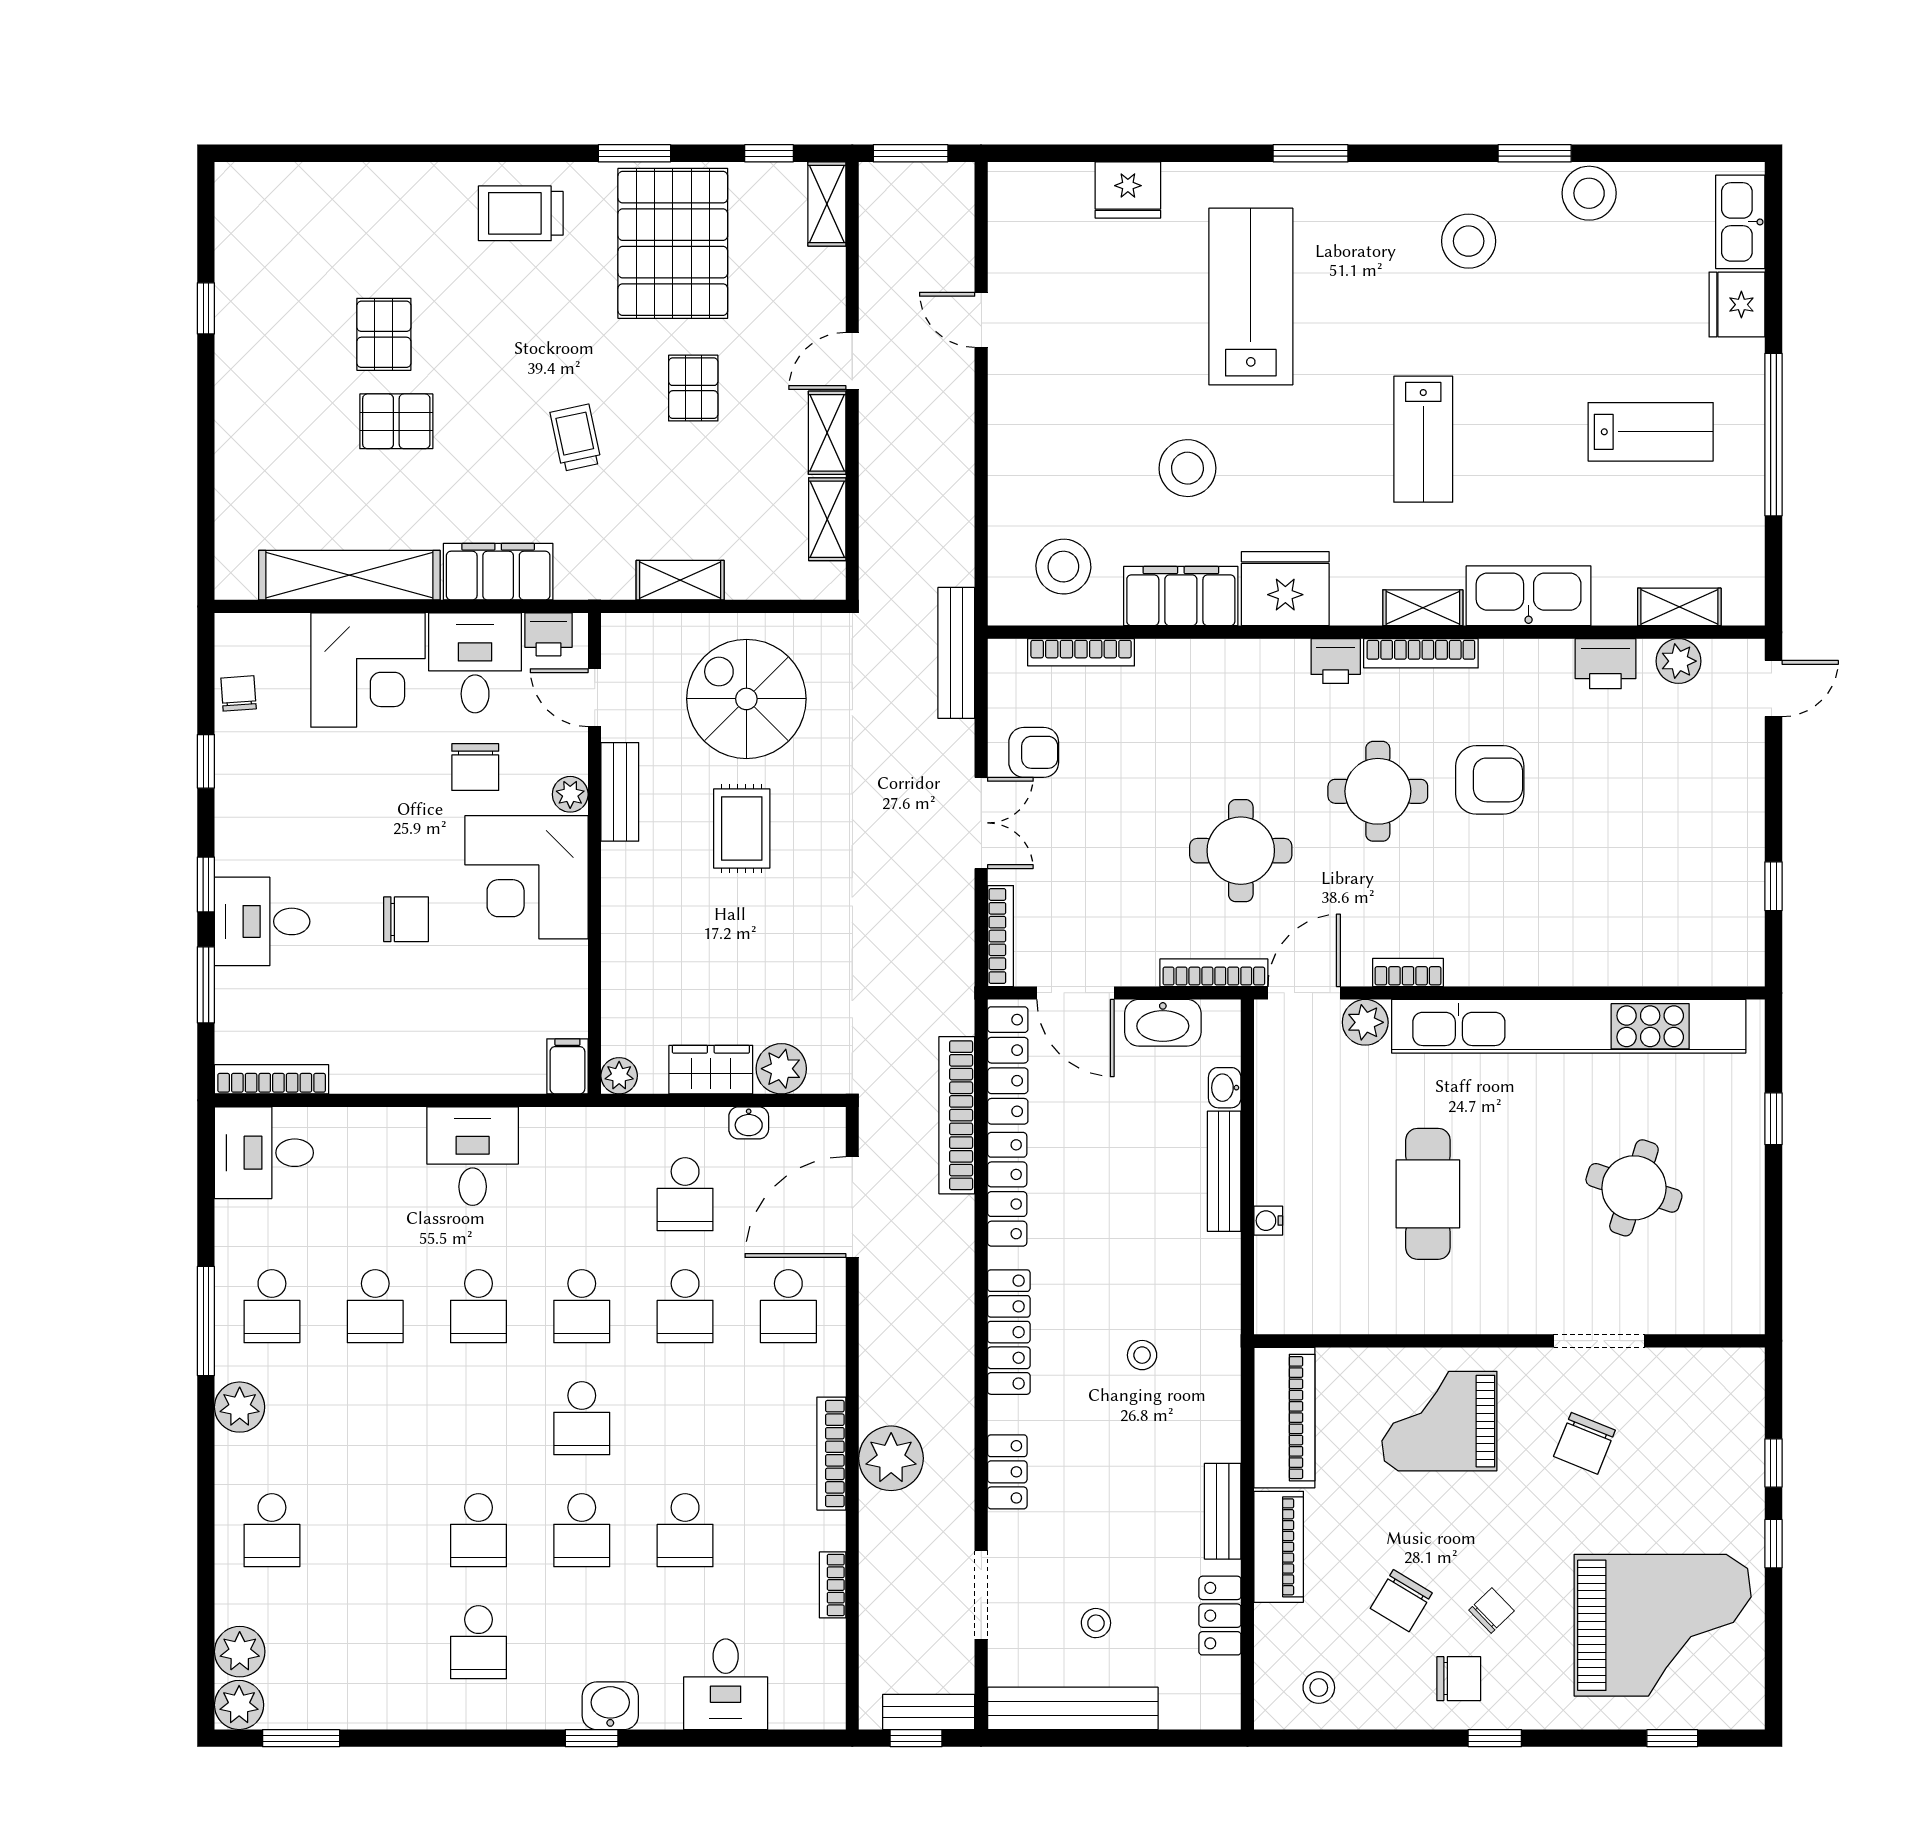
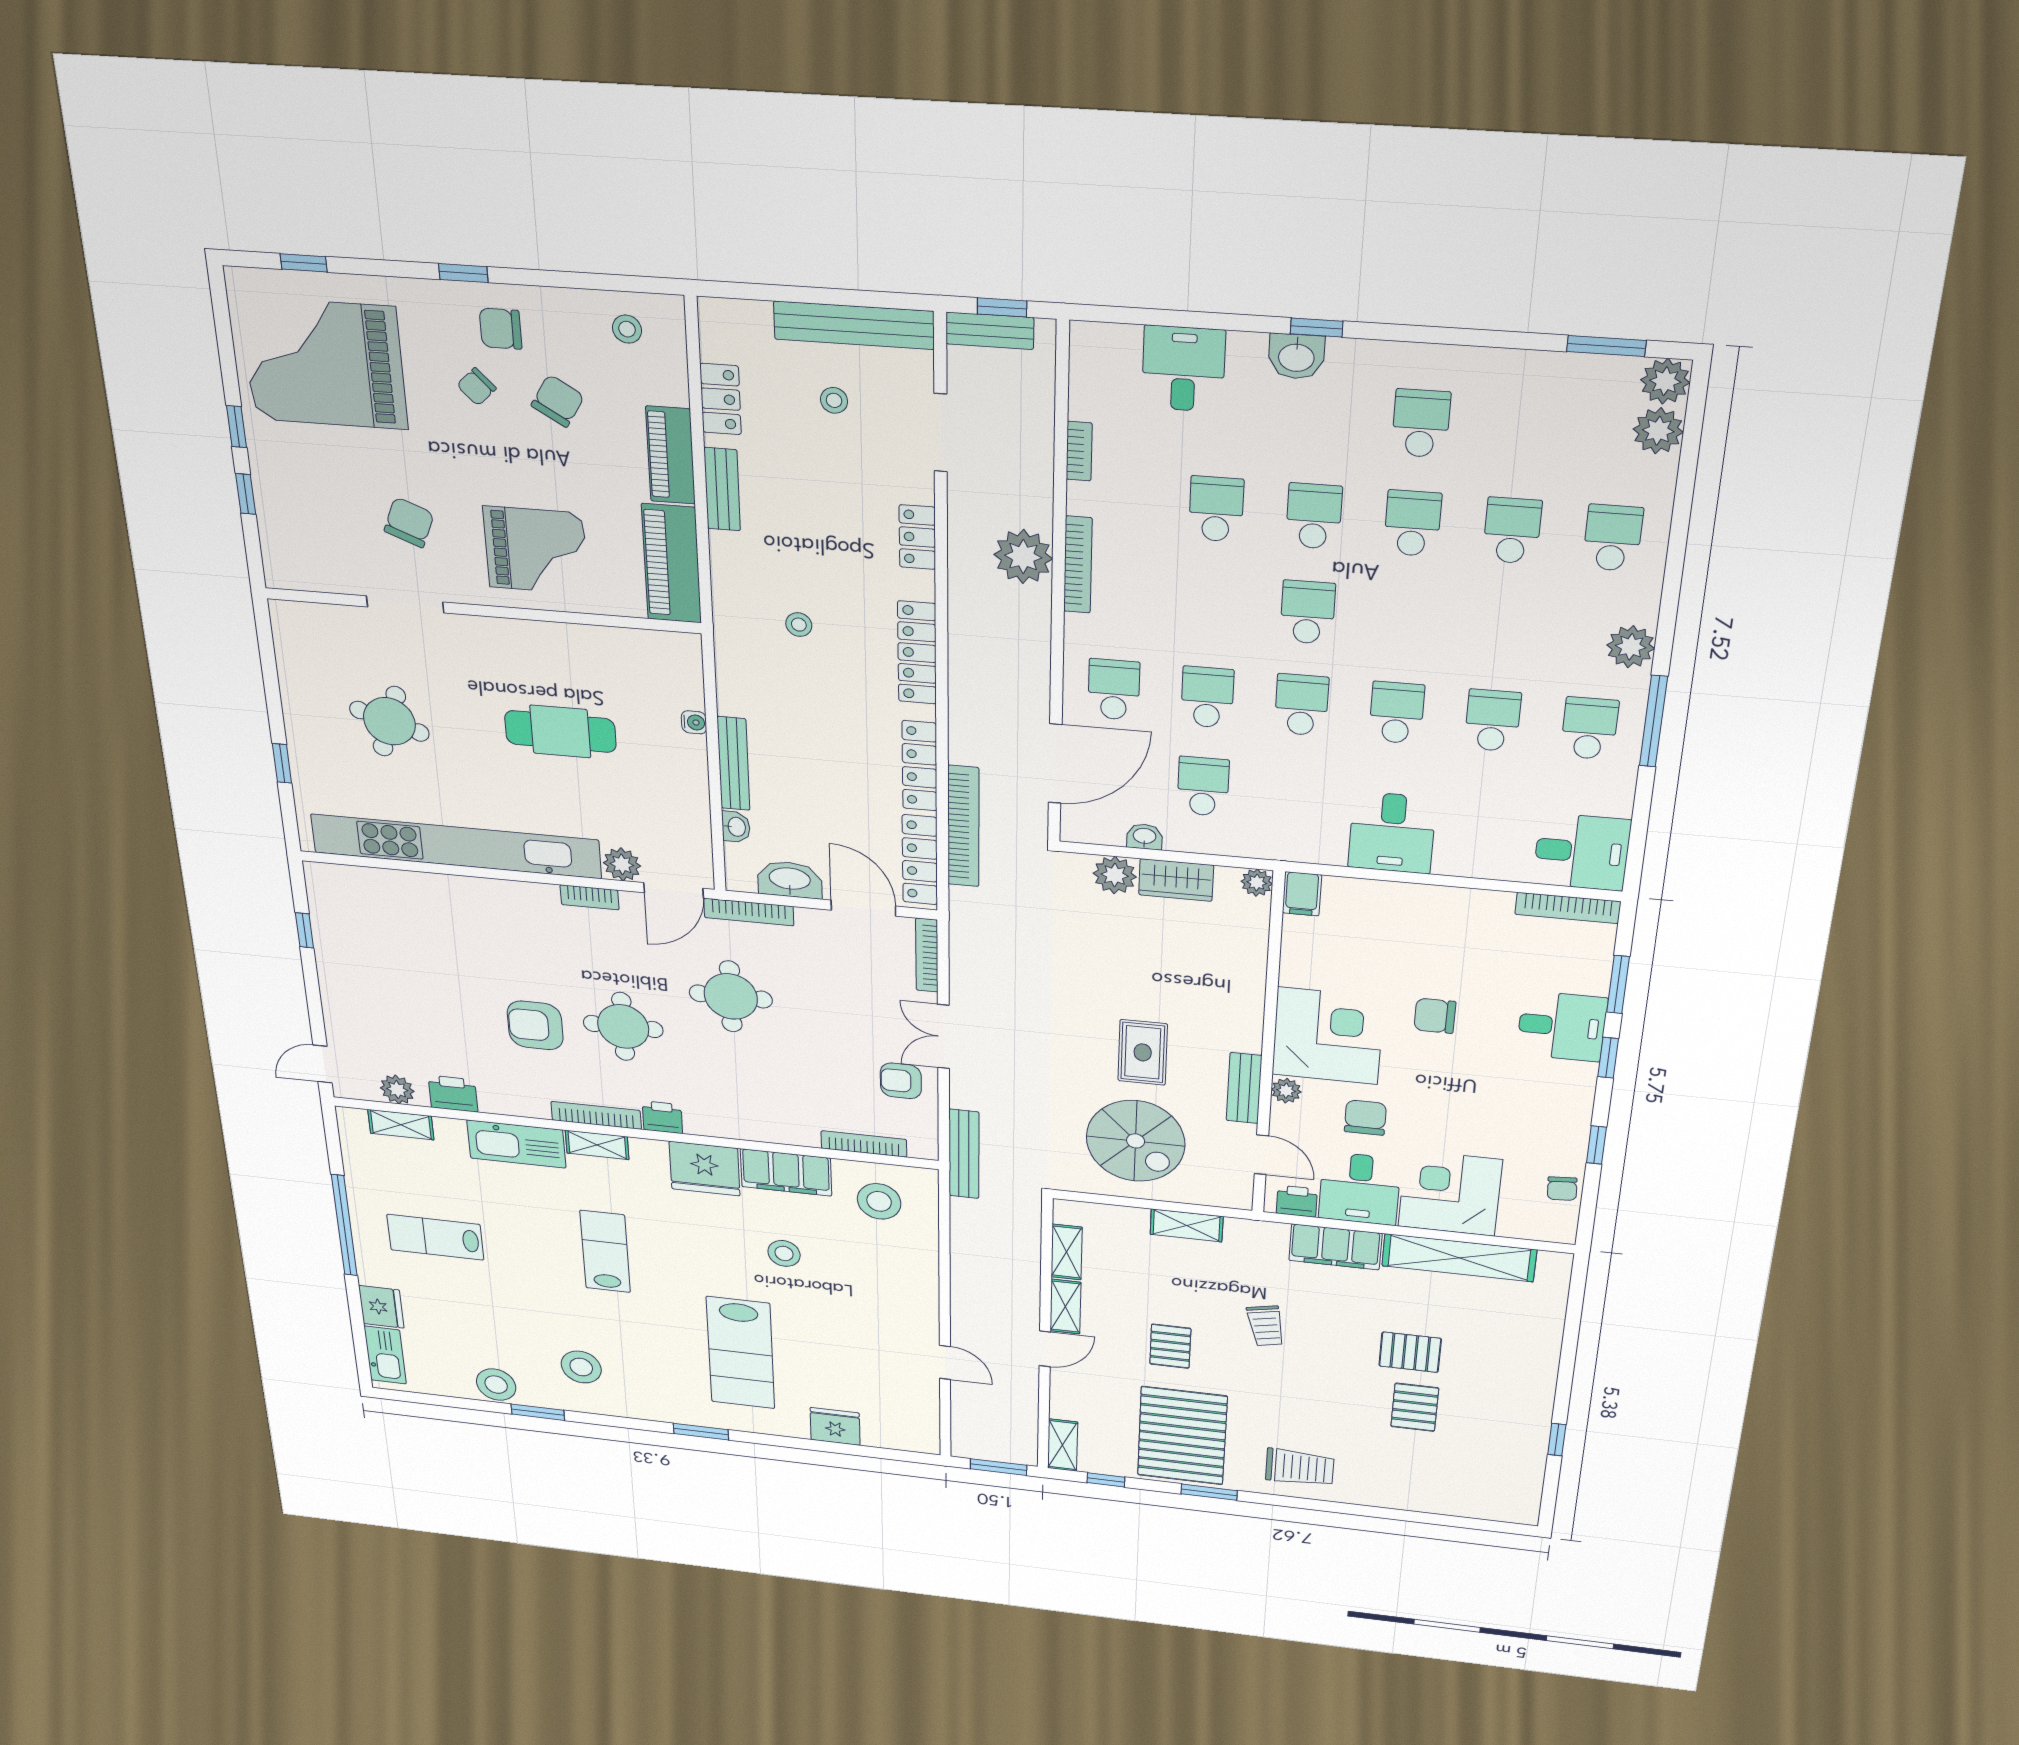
stool: (1187, 468) -> (784, 1253), width x0.73, depth x0.73
cafe table: (1428, 1194) -> (560, 731), turned 90
school desk: (375, 1530) -> (1512, 531), added

